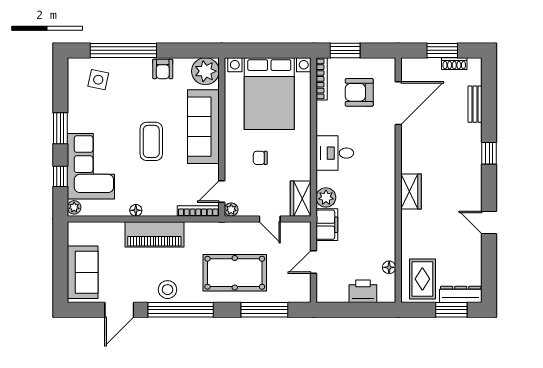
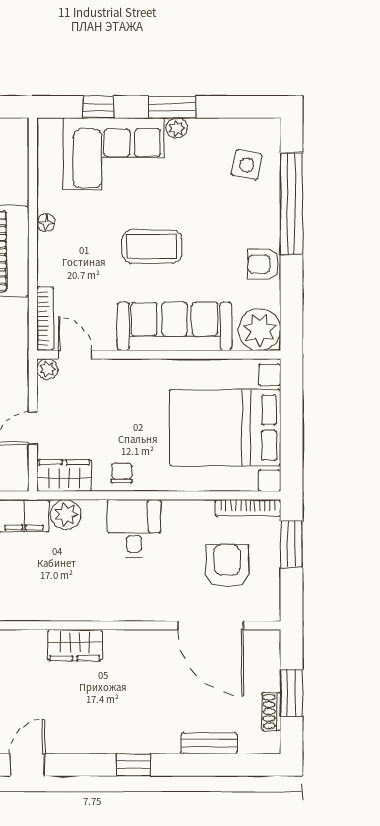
chair: (260, 158) -> (122, 473), moved
plant: (74, 207) -> (177, 128), moved

